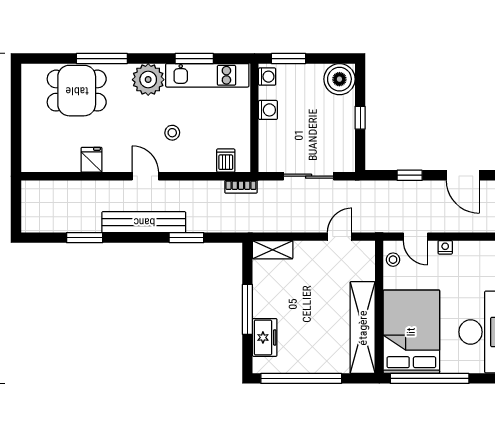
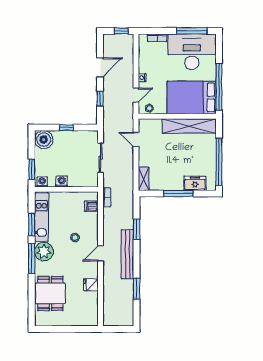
window: (102, 59) -> (32, 258), moved

